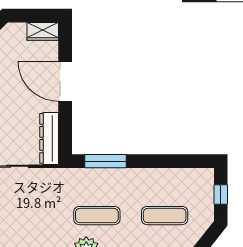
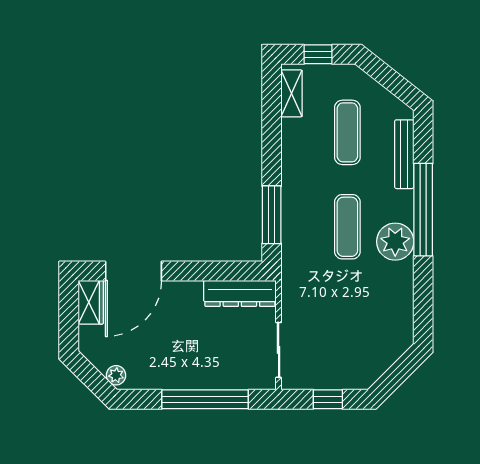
door: (65, 81) -> (133, 271), moved
shelving: (193, 175) -> (292, 93), added

